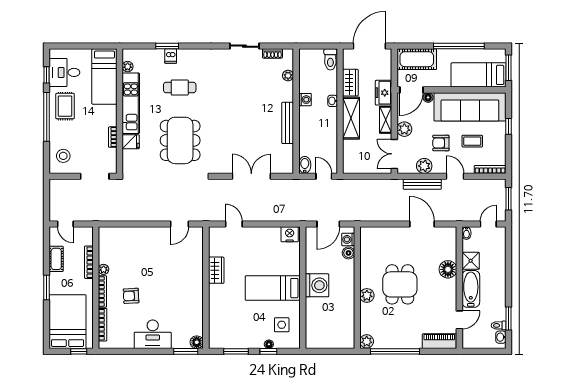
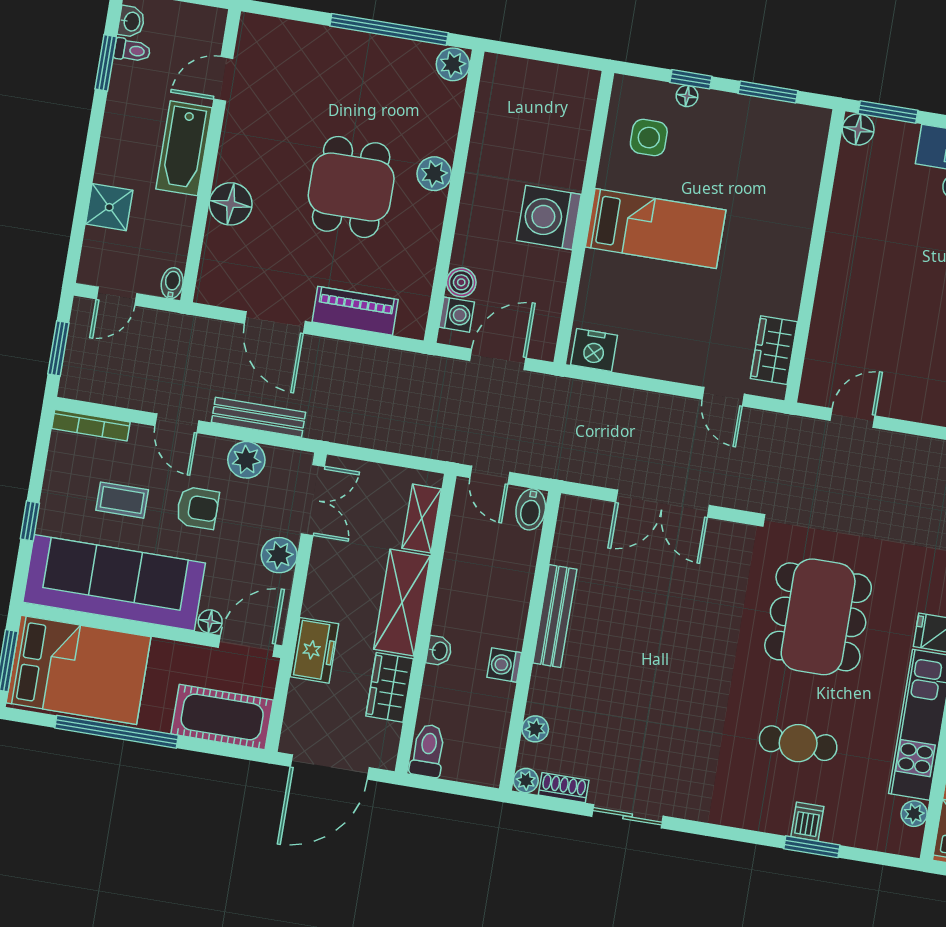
plant: (288, 54) -> (526, 781), added
bed: (479, 75) -> (79, 670), width x1.50
shelving: (386, 120) -> (422, 519), moved
shower: (471, 261) -> (109, 207), moved
wardrobe: (216, 270) -> (774, 350), moved
piano: (439, 341) -> (355, 311), moved, turned 180

